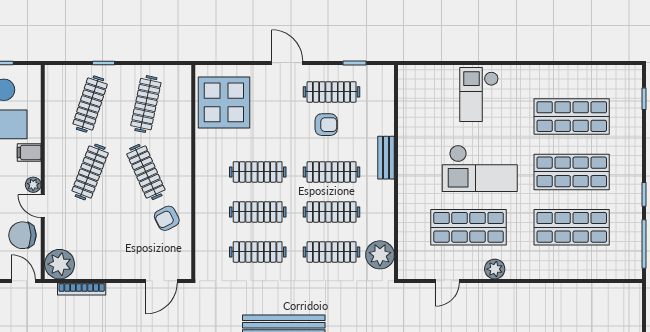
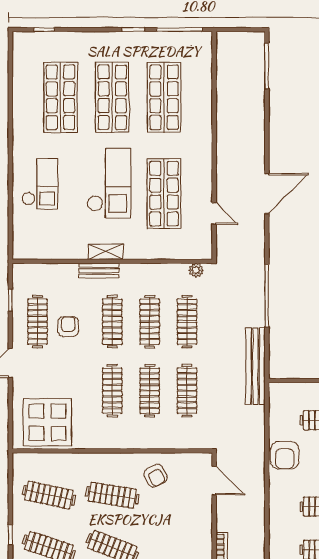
checkout: (479, 94) -> (40, 184), turned -90
shelving: (406, 165) -> (106, 252), added
clothes rail: (146, 172) -> (112, 495), turned 33
plant: (380, 255) -> (196, 270), width x0.53, depth x0.53
plant: (495, 269) -> (203, 169), removed

